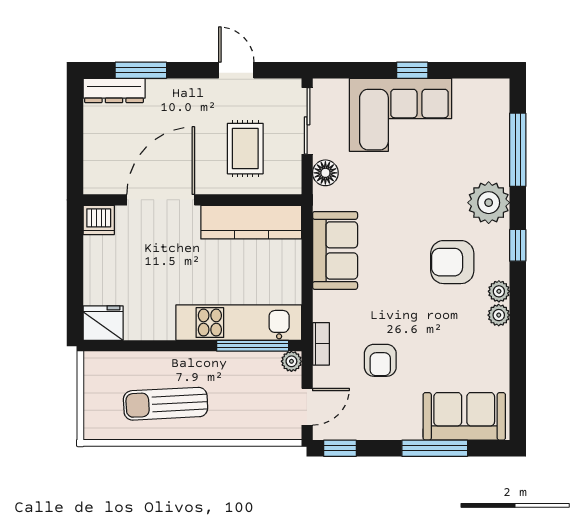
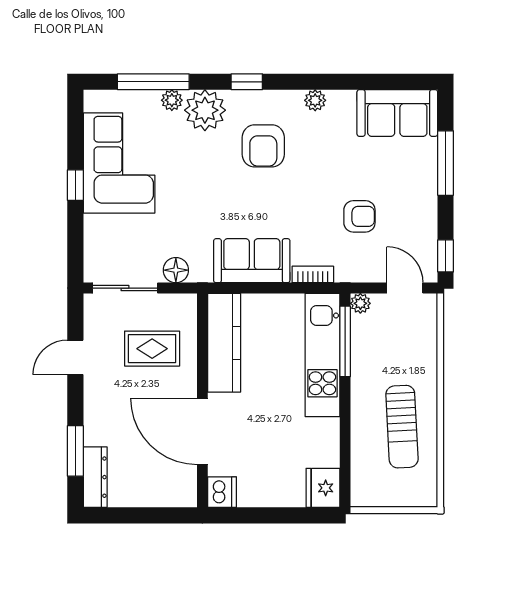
corner sofa: (401, 115) -> (119, 163), moved
plant: (499, 291) -> (172, 100), moved
bookcase: (321, 344) -> (313, 274), moved
sofa: (464, 416) -> (397, 113), moved, turned -90

